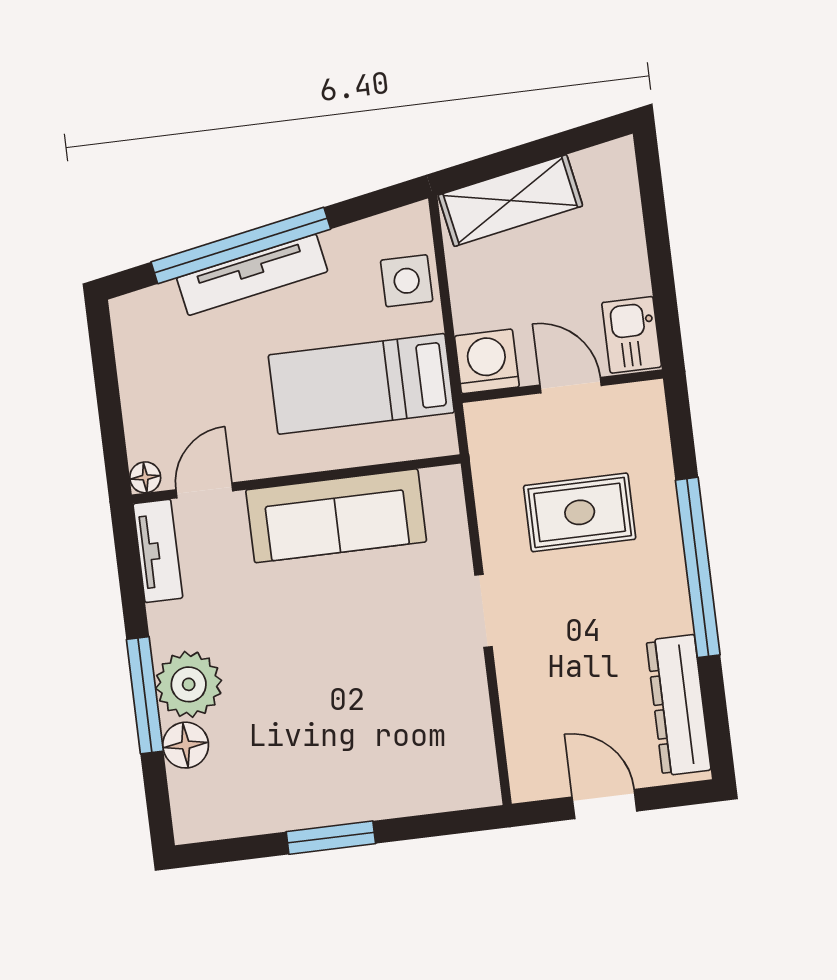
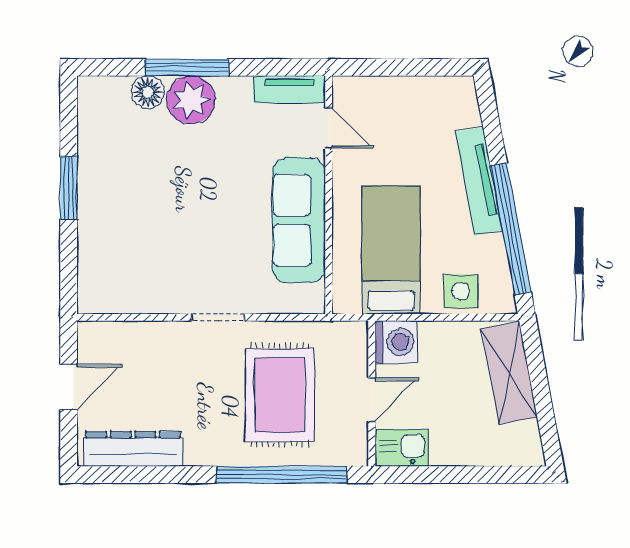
window: (241, 246) -> (511, 229), moved
floor lamp: (145, 477) -> (343, 87), removed
rug: (580, 512) -> (280, 395), width x1.36, depth x1.43
window: (698, 567) -> (281, 475), moved

